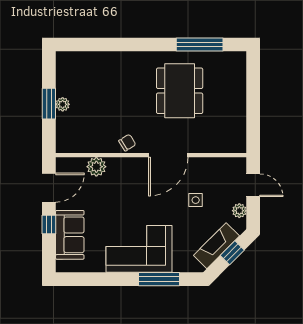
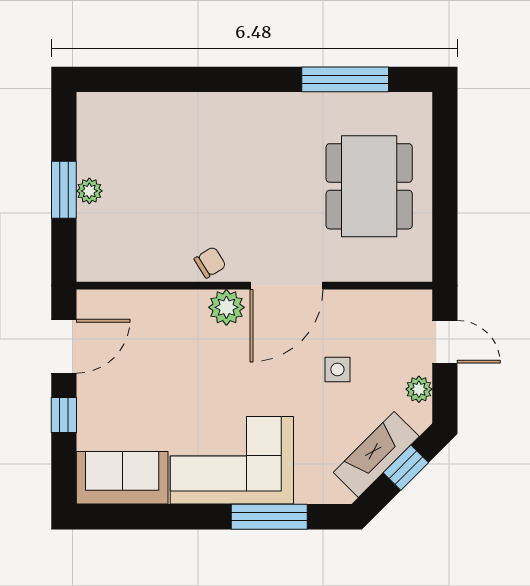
dining table: (180, 91) -> (369, 186), moved
plant: (96, 167) -> (226, 307), moved
sofa: (70, 235) -> (122, 478), moved, turned -90

